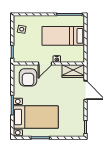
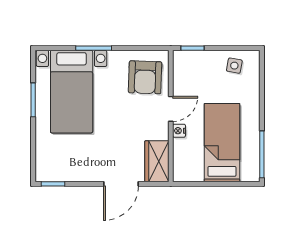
door: (45, 64) -> (171, 109), swing flipped
armchair: (28, 77) -> (145, 77), turned -88

